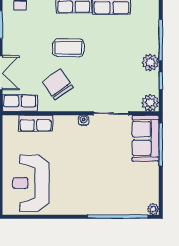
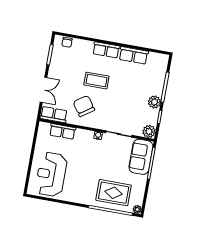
rug: (118, 192) -> (114, 193), added

